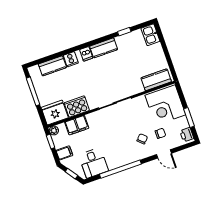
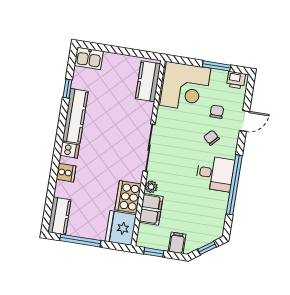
kitchen counter: (104, 48) -> (75, 116), width x1.50
kitchen counter: (52, 66) -> (59, 216), moved
plant: (54, 131) -> (151, 187), moved
desk: (93, 163) -> (215, 173), moved

